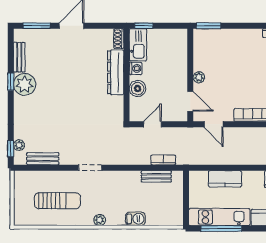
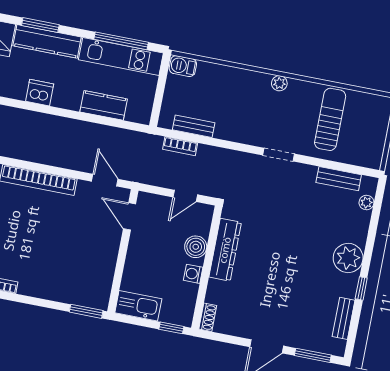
kitchen sink: (138, 45) -> (138, 306), moved, turned 90
dresser: (116, 72) -> (225, 250), moved
plant: (199, 77) -> (112, 246), removed
plant: (25, 84) -> (348, 258), moved
window: (11, 149) -> (378, 200), removed
sun lounger: (57, 201) -> (330, 119), turned 90
barbecue: (135, 219) -> (183, 66), moved

